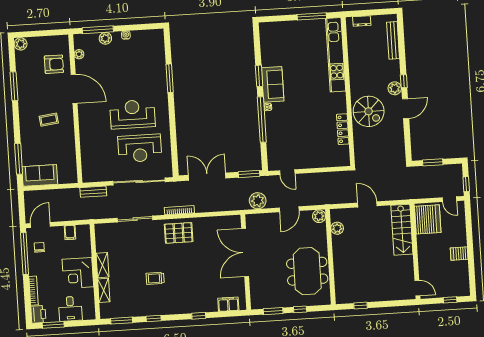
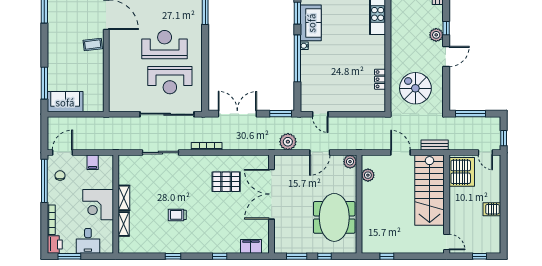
spiral stairs: (369, 111) -> (415, 88), moved, turned 180
coffee table: (49, 120) -> (93, 45), moved
locker: (343, 129) -> (380, 79), width x0.66
window: (433, 162) -> (471, 114), width x1.44
bench: (93, 192) -> (435, 145), moved
stairs: (402, 230) -> (430, 190), width x1.36, depth x1.51
pallet: (179, 233) -> (226, 182), moved
window: (122, 321) -> (140, 256), removed

